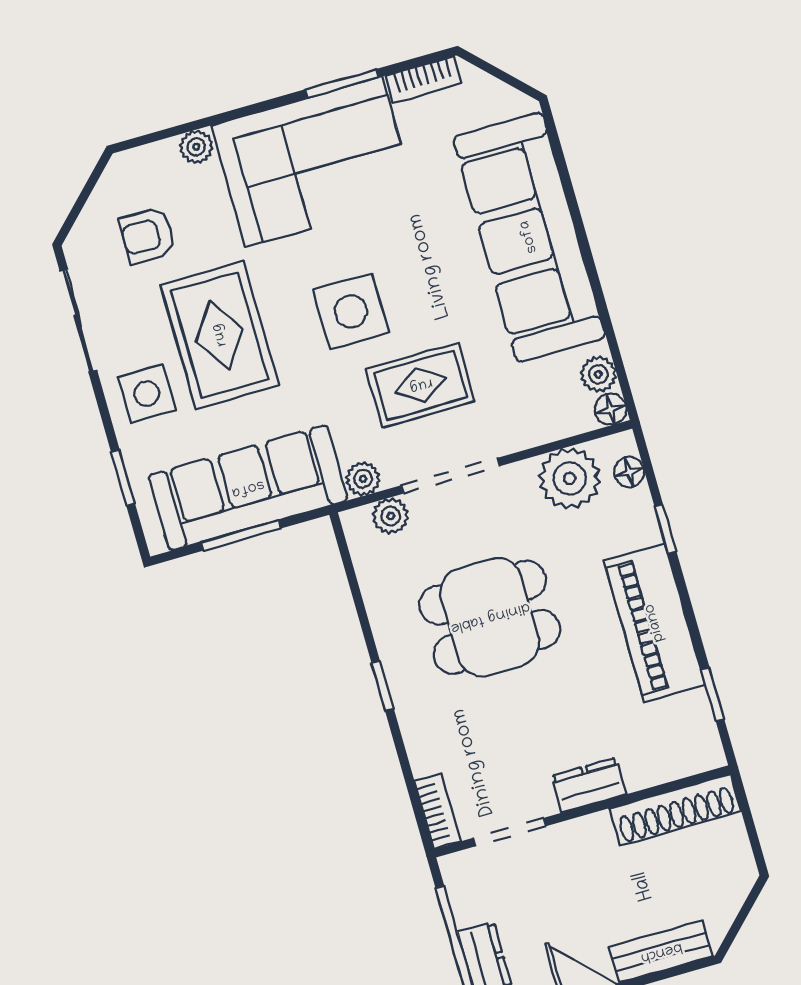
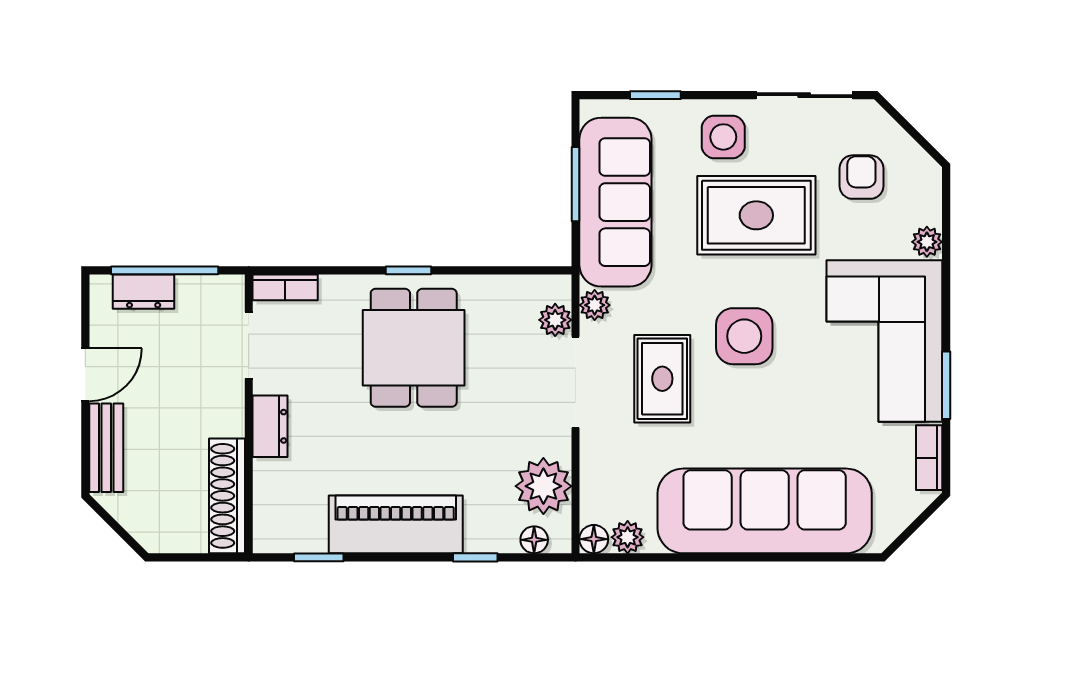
dining table: (490, 617) -> (414, 348), moved

